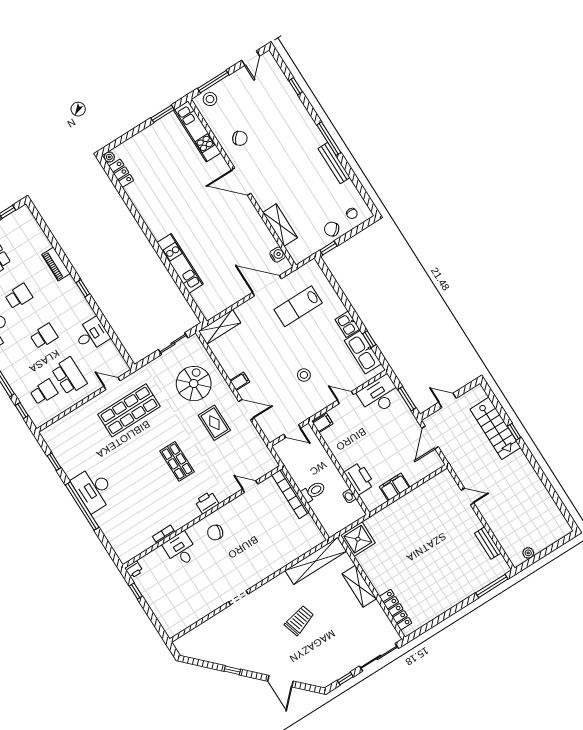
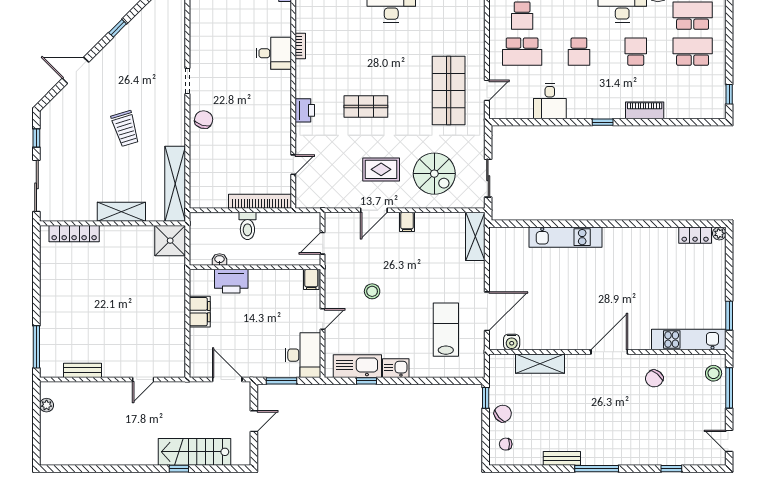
bench: (334, 163) -> (562, 458), width x0.73
school desk: (19, 296) -> (636, 52), turned 180
chair: (215, 532) -> (204, 120), moved

